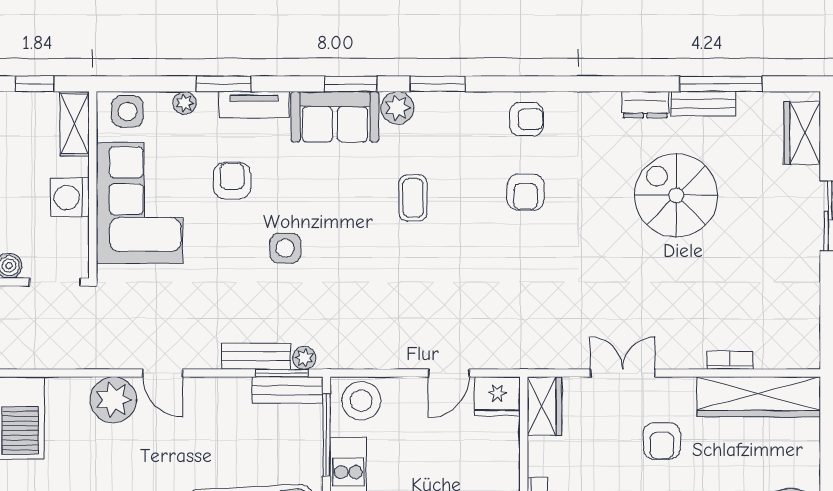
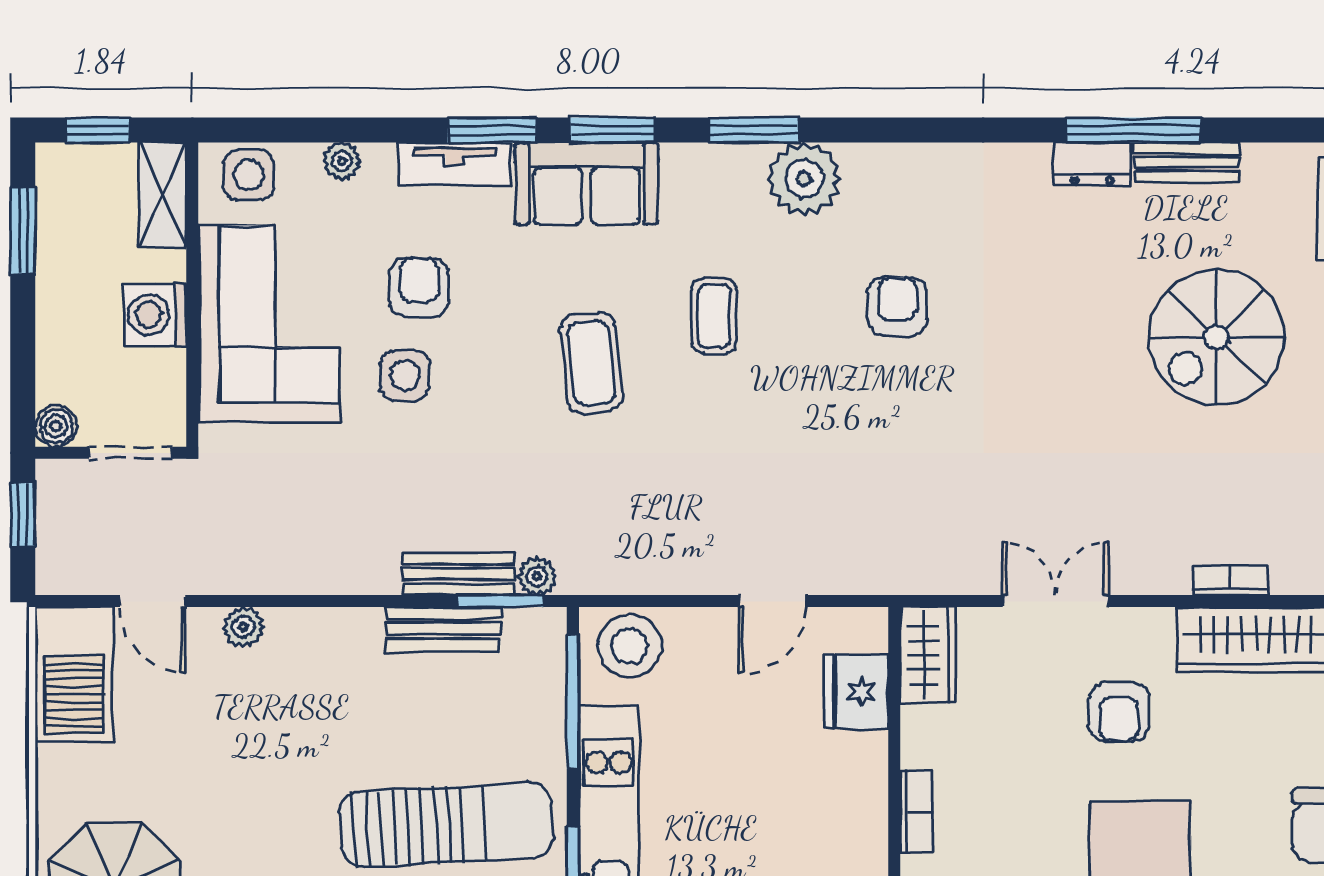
window: (223, 84) -> (492, 130), moved
window: (721, 84) -> (1134, 130), moved
plant: (397, 108) -> (804, 179), moved, width x1.36, depth x1.36
armchair: (526, 119) -> (899, 188), removed
armchair: (526, 192) -> (898, 306), turned 180
spiral stairs: (676, 195) -> (1216, 337), moved, turned -90
coffee table: (338, 227) -> (592, 363), added
side table: (285, 248) -> (405, 375), moved
door: (163, 373) -> (153, 601), moved
bench: (288, 390) -> (443, 629), moved
fridge: (497, 396) -> (856, 692), moved, turned 90
plant: (113, 400) -> (243, 627), width x0.53, depth x0.53

